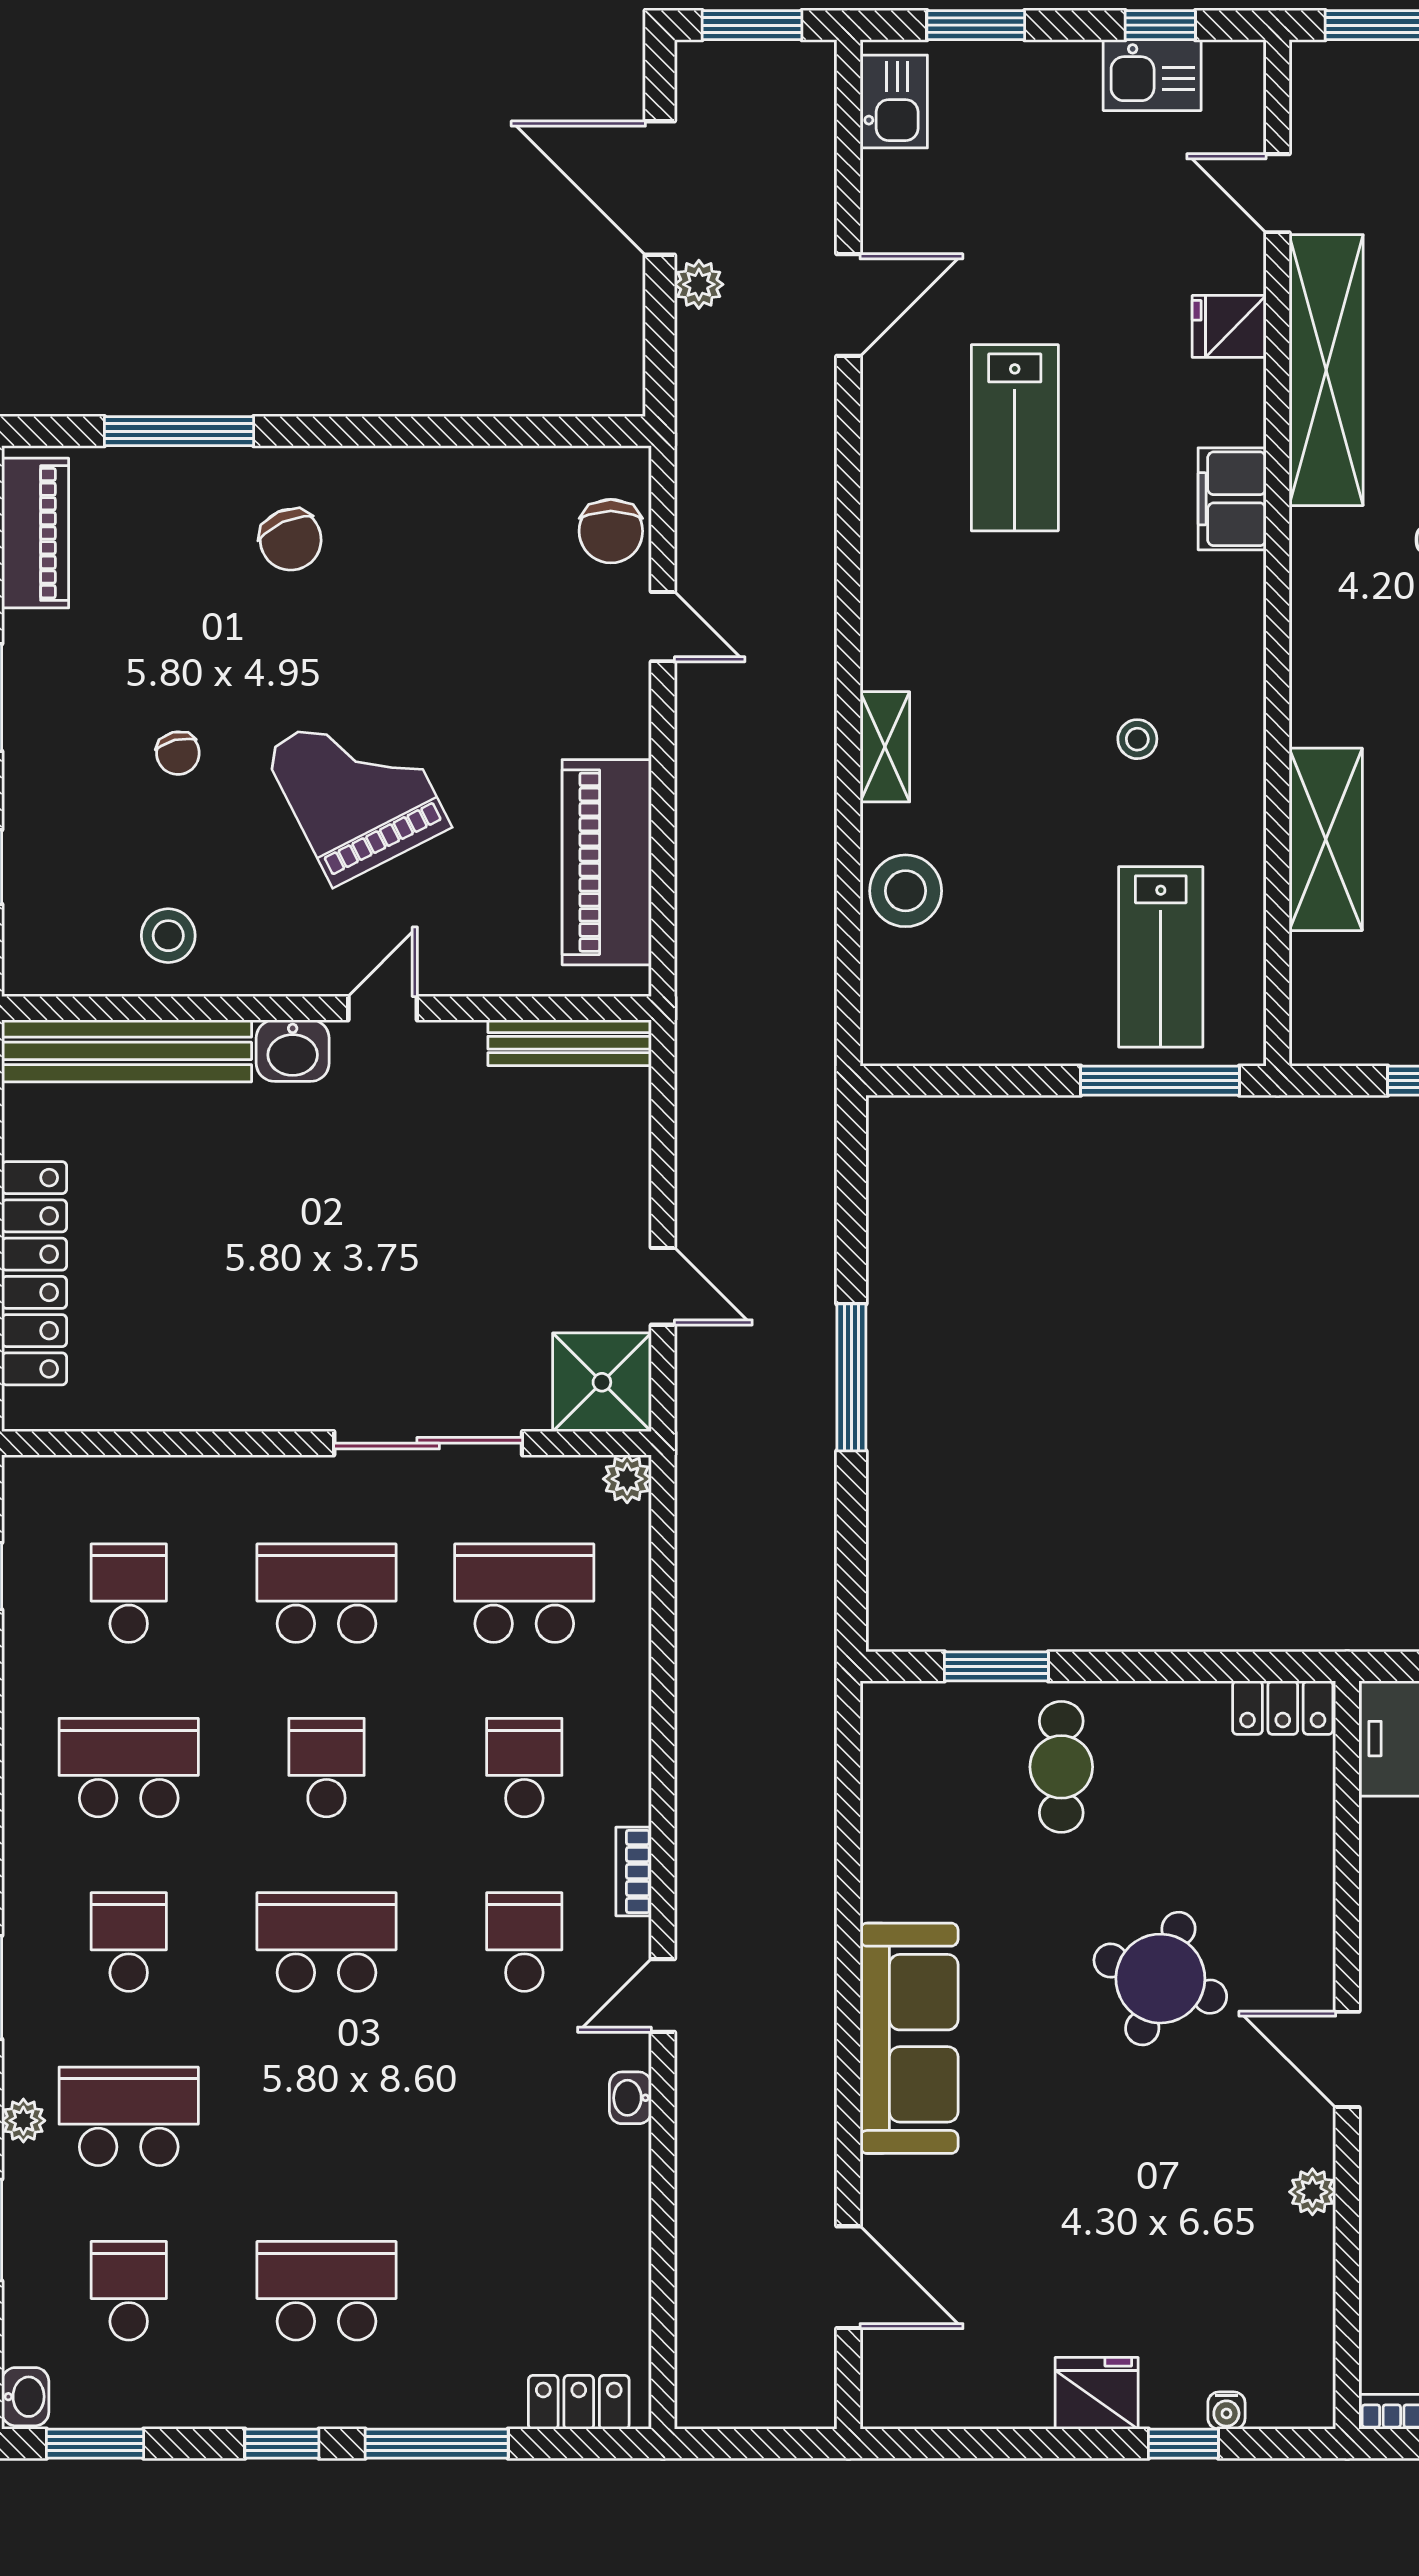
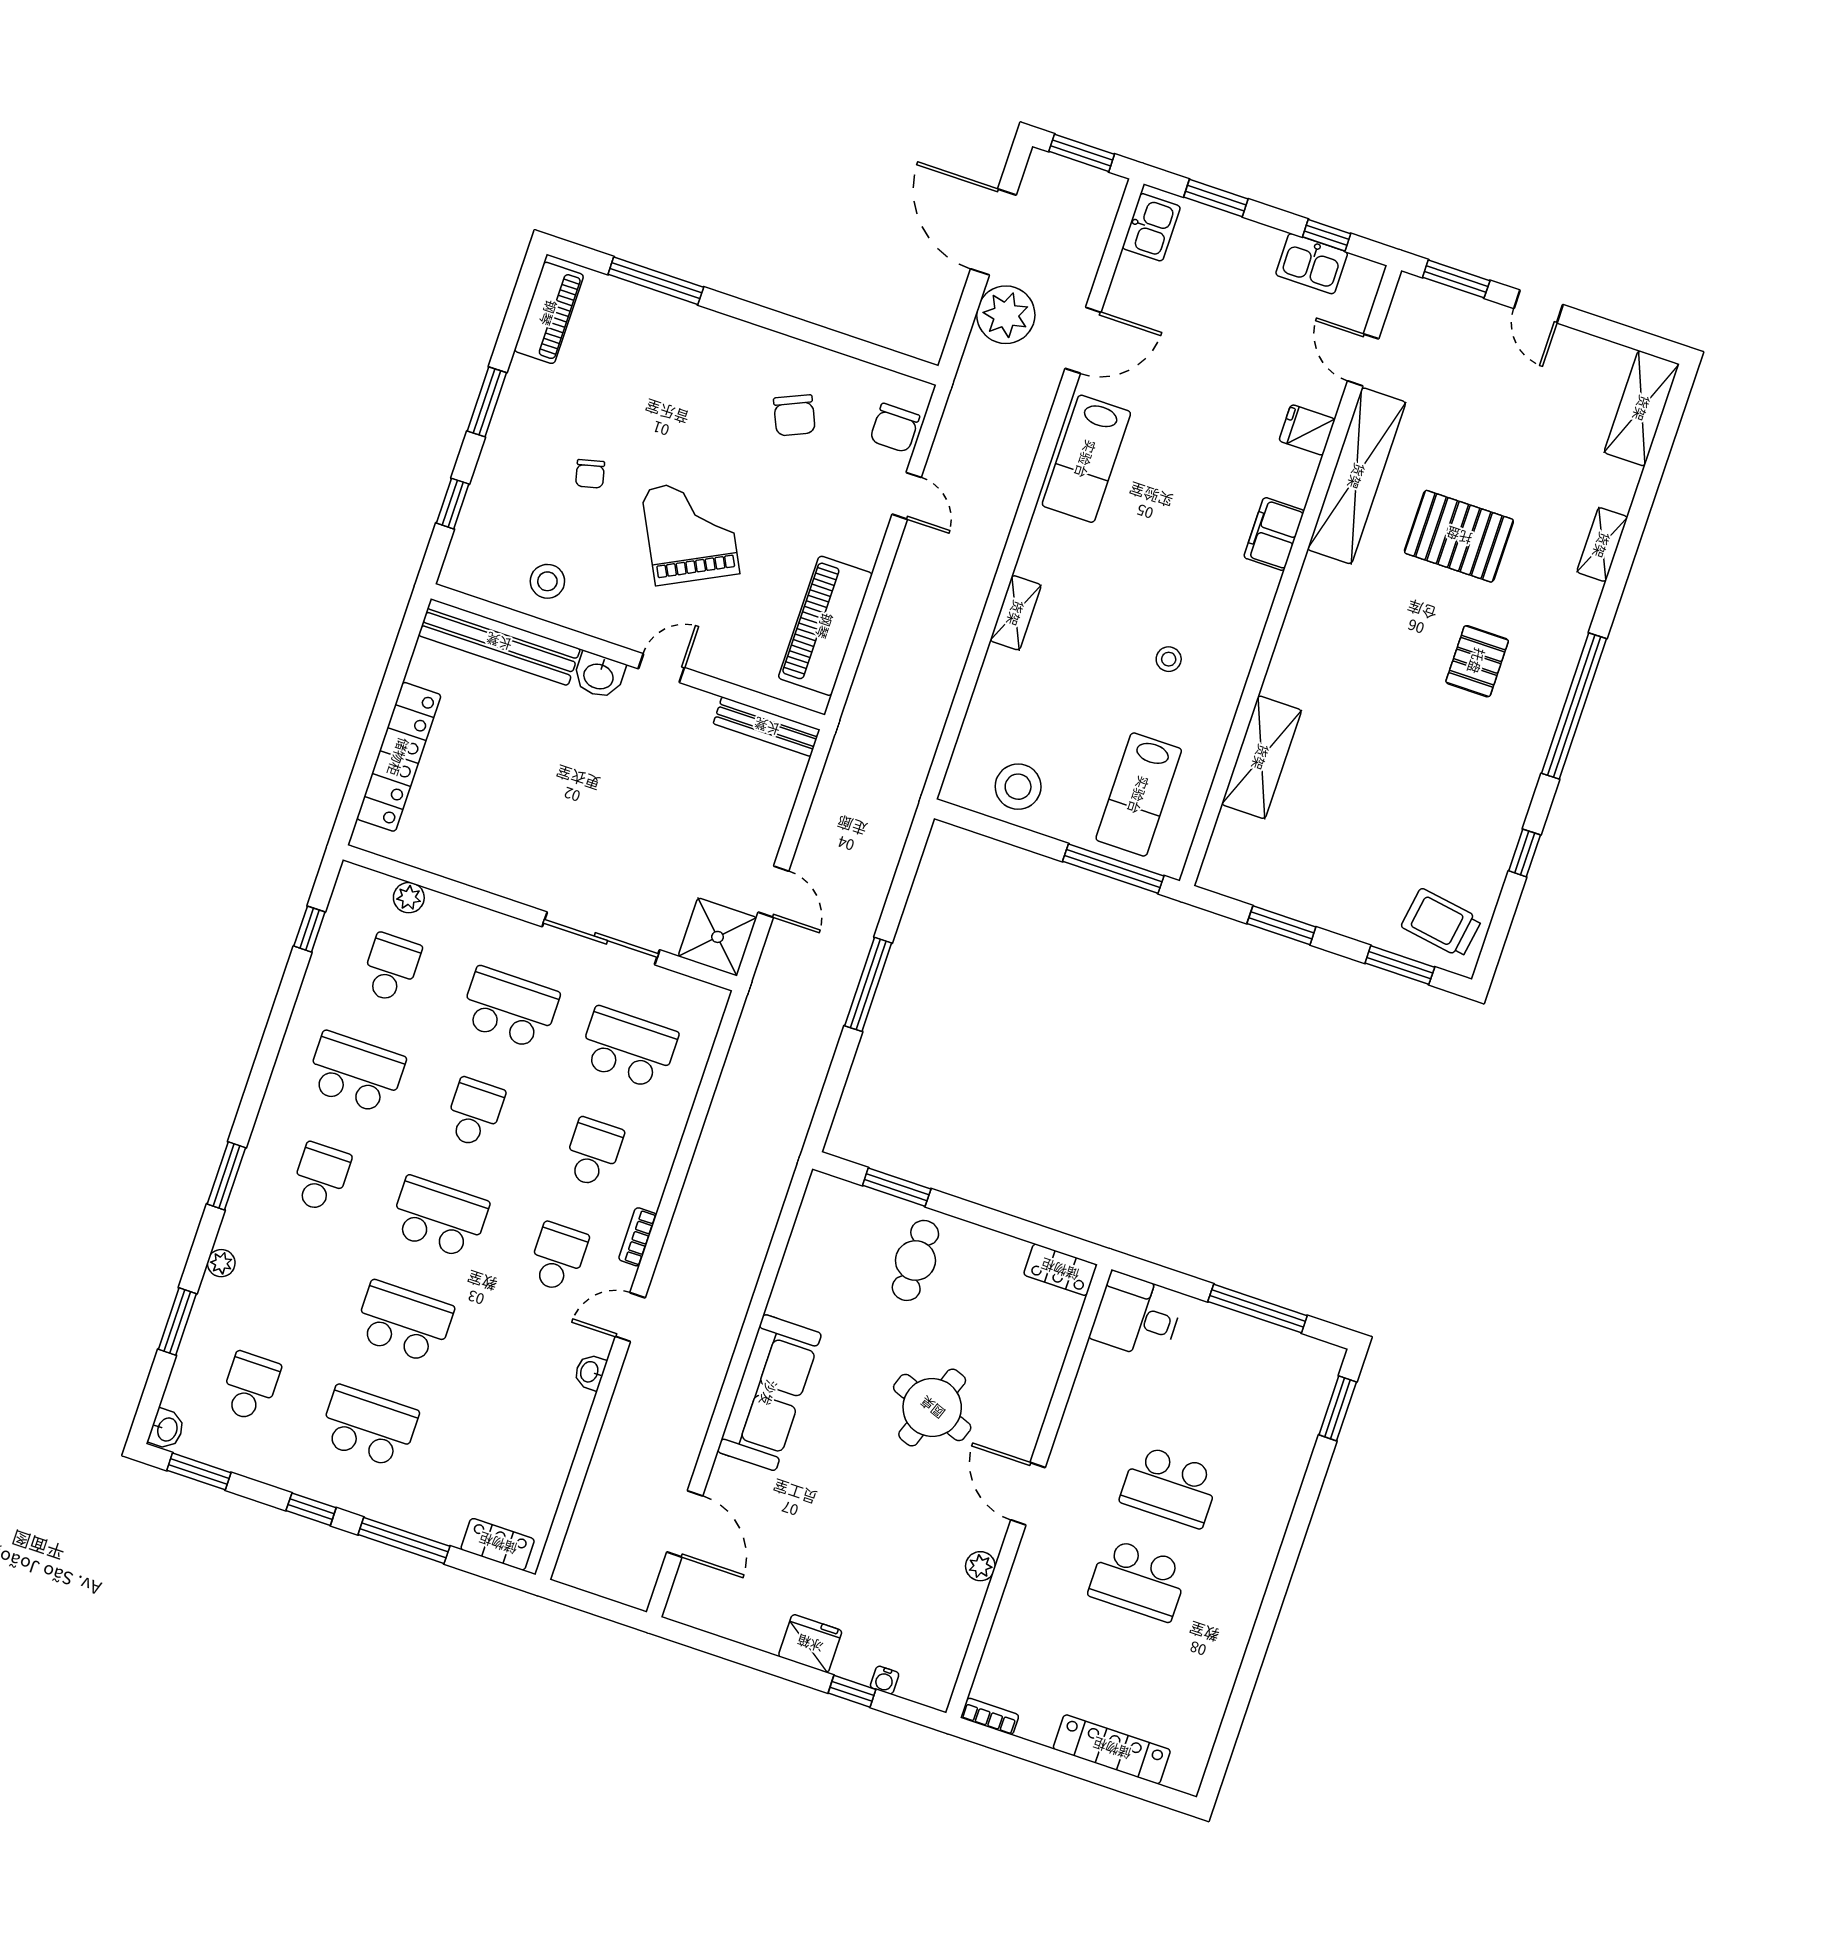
plant: (699, 284) -> (1006, 315), width x1.88, depth x1.88
lab bench: (1015, 438) -> (1086, 459), moved
chair: (291, 540) -> (794, 415), moved
stool: (906, 891) -> (1018, 787), moved
plant: (627, 1479) -> (409, 898), moved
school desk: (129, 2116) -> (404, 1322), moved

